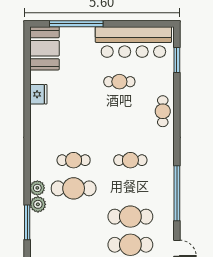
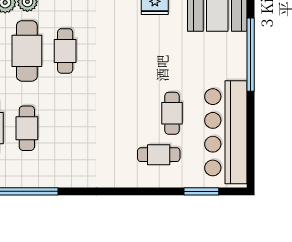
cafe table: (163, 111) -> (159, 155), moved
cafe table: (130, 160) -> (27, 128), moved

